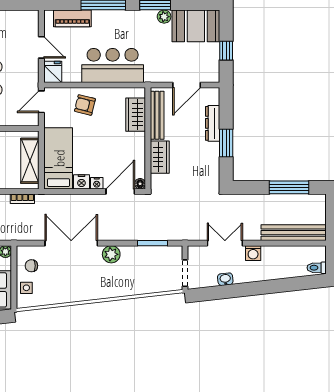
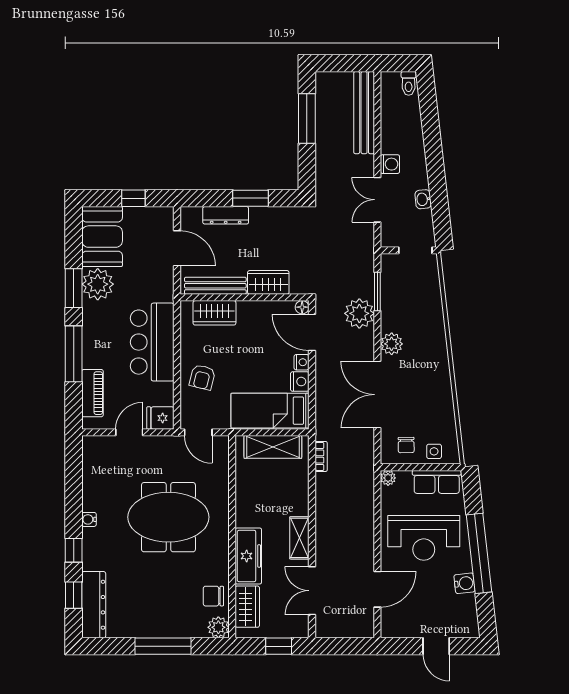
plant: (164, 17) -> (98, 284), width x1.88, depth x1.88
plant: (135, 229) -> (359, 313), added

